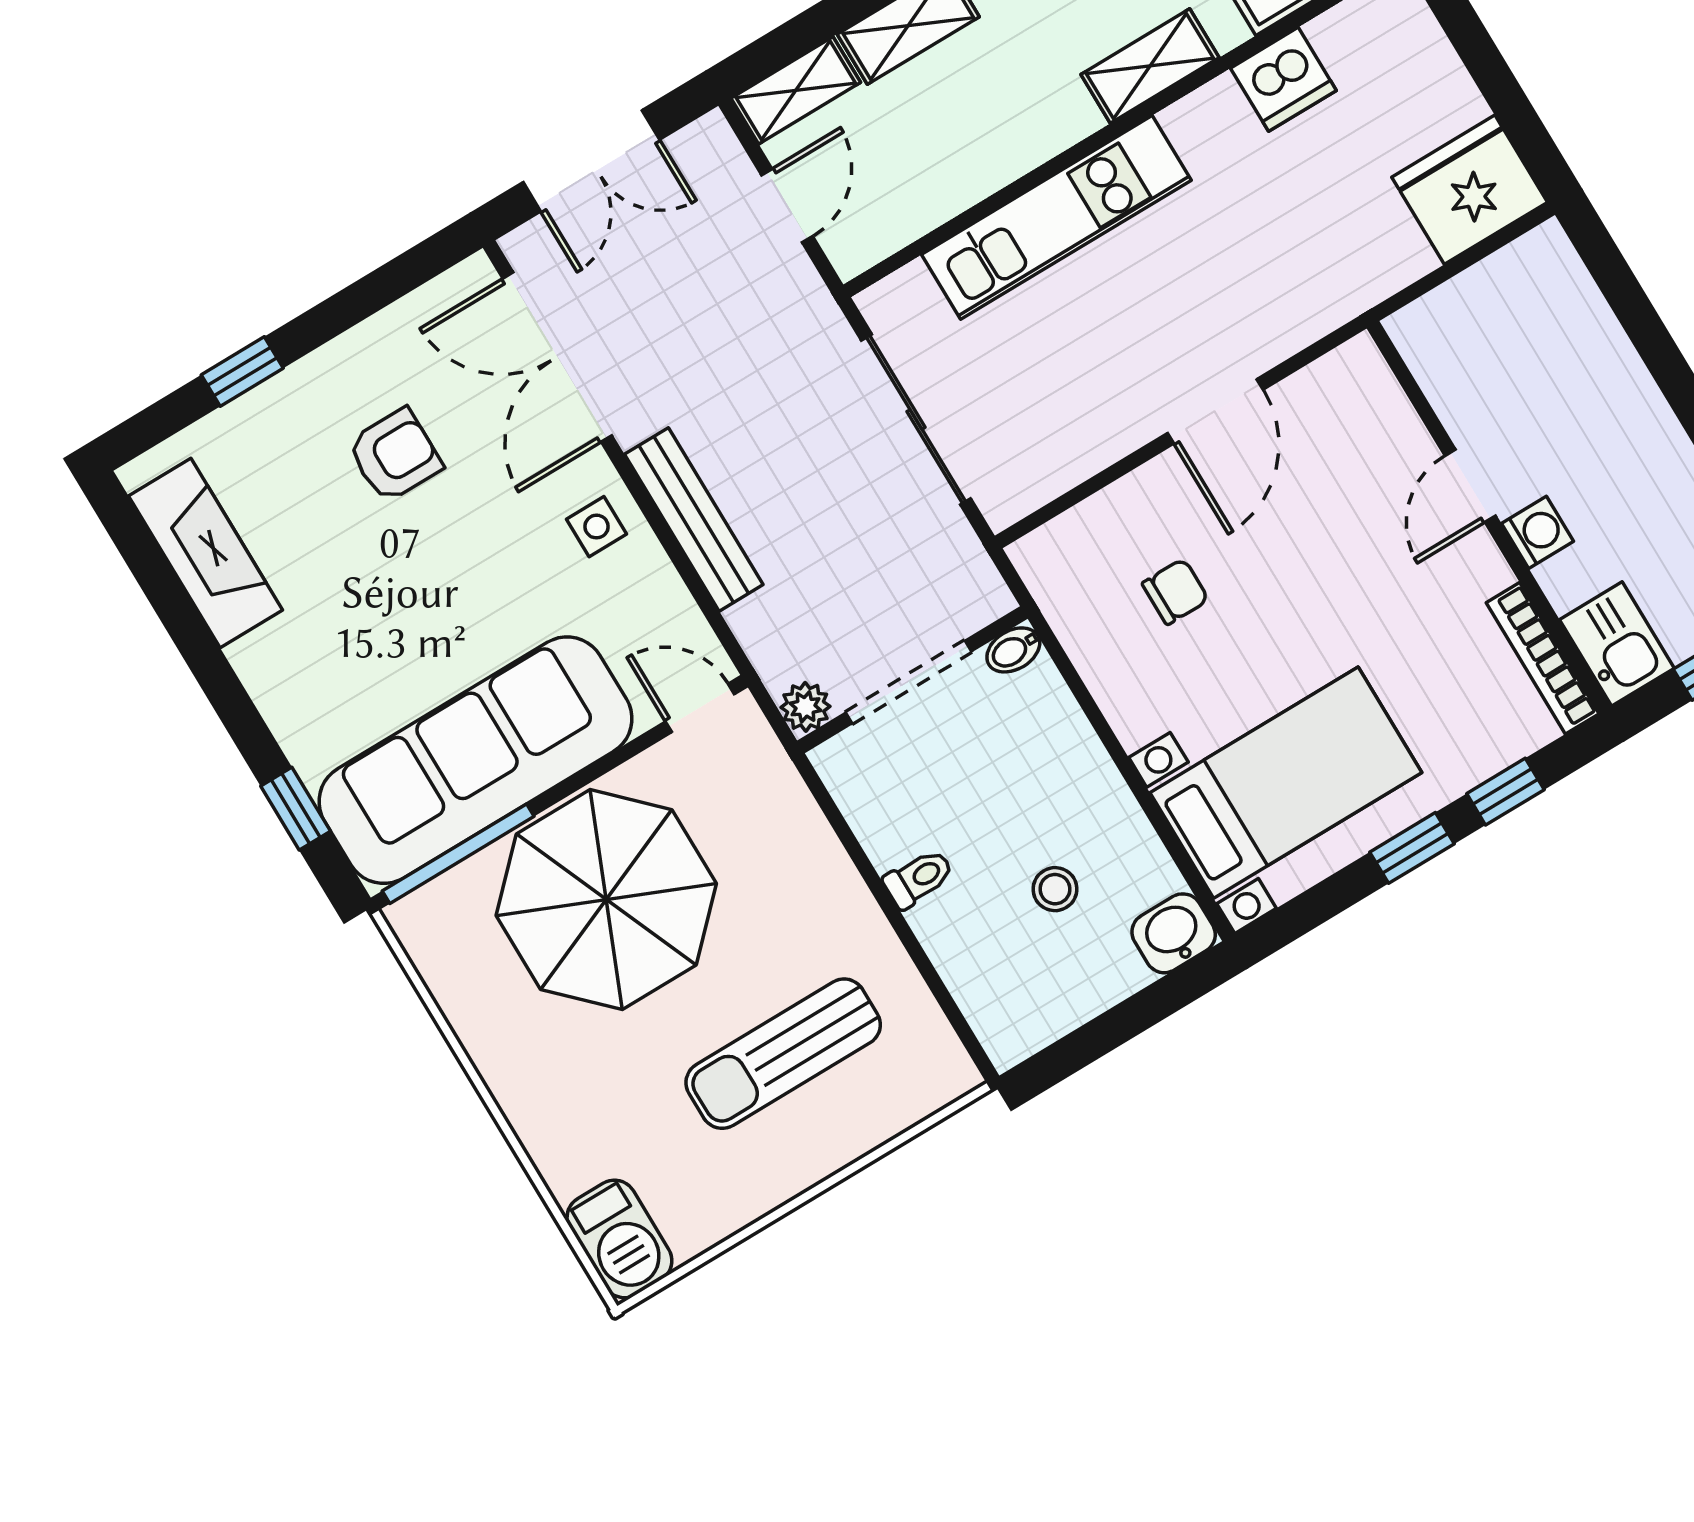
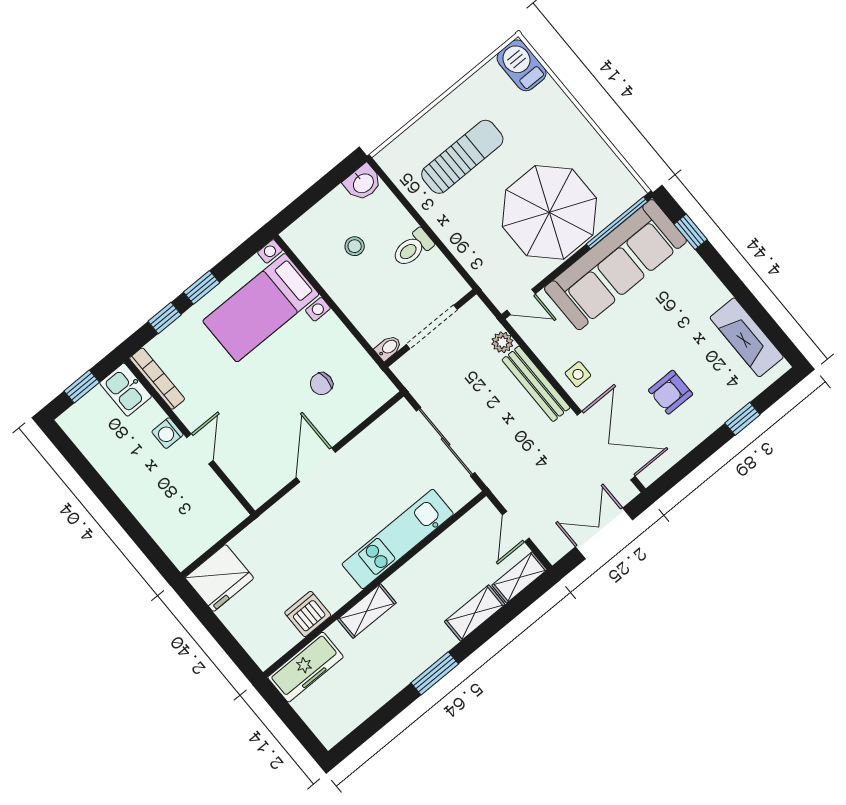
plant: (805, 707) -> (502, 342), moved
toilet: (918, 878) -> (413, 248), width x1.37, depth x1.39
washbasin: (1174, 933) -> (363, 183), moved

